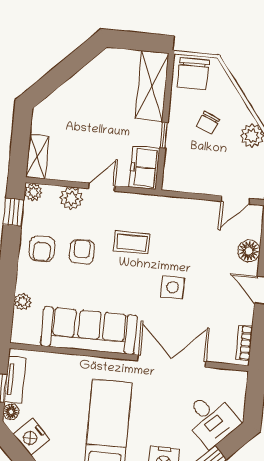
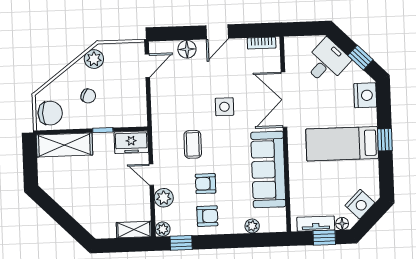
door: (235, 200) -> (147, 66), hinge flipped

